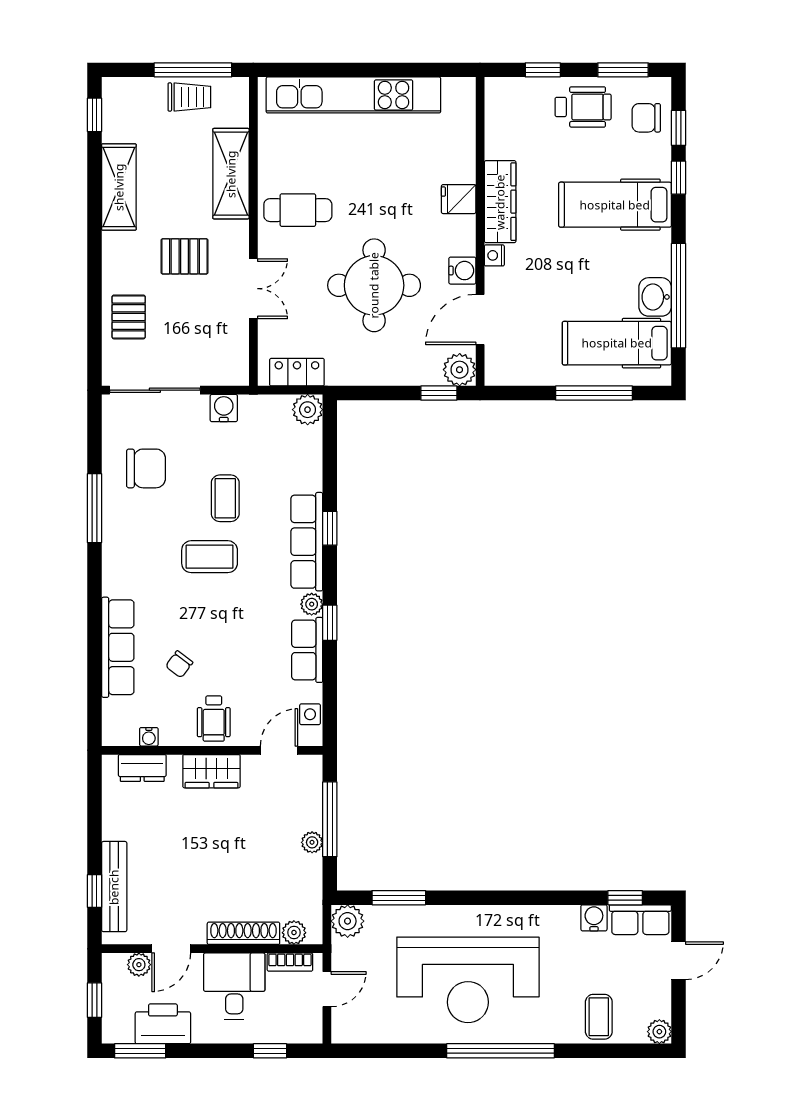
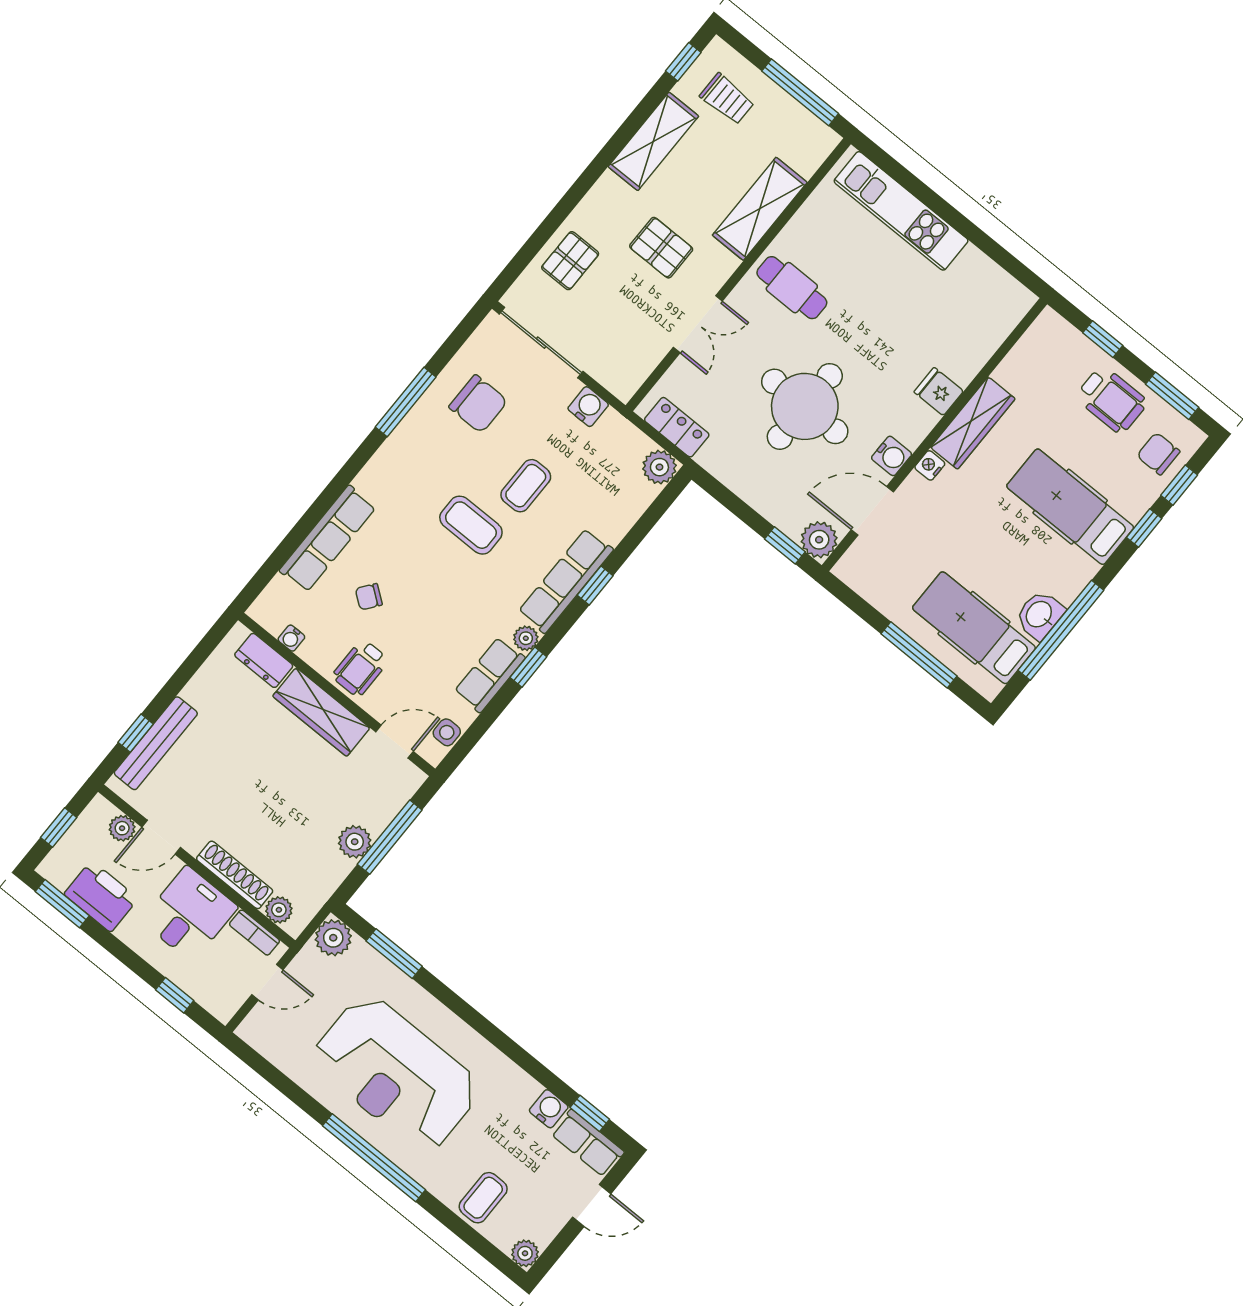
kitchen unit: (353, 95) -> (901, 211), width x0.73
trolley: (189, 97) -> (727, 99), moved
wardrobe: (211, 771) -> (321, 712), width x1.50
plant: (312, 842) -> (355, 842), width x1.38, depth x1.38

